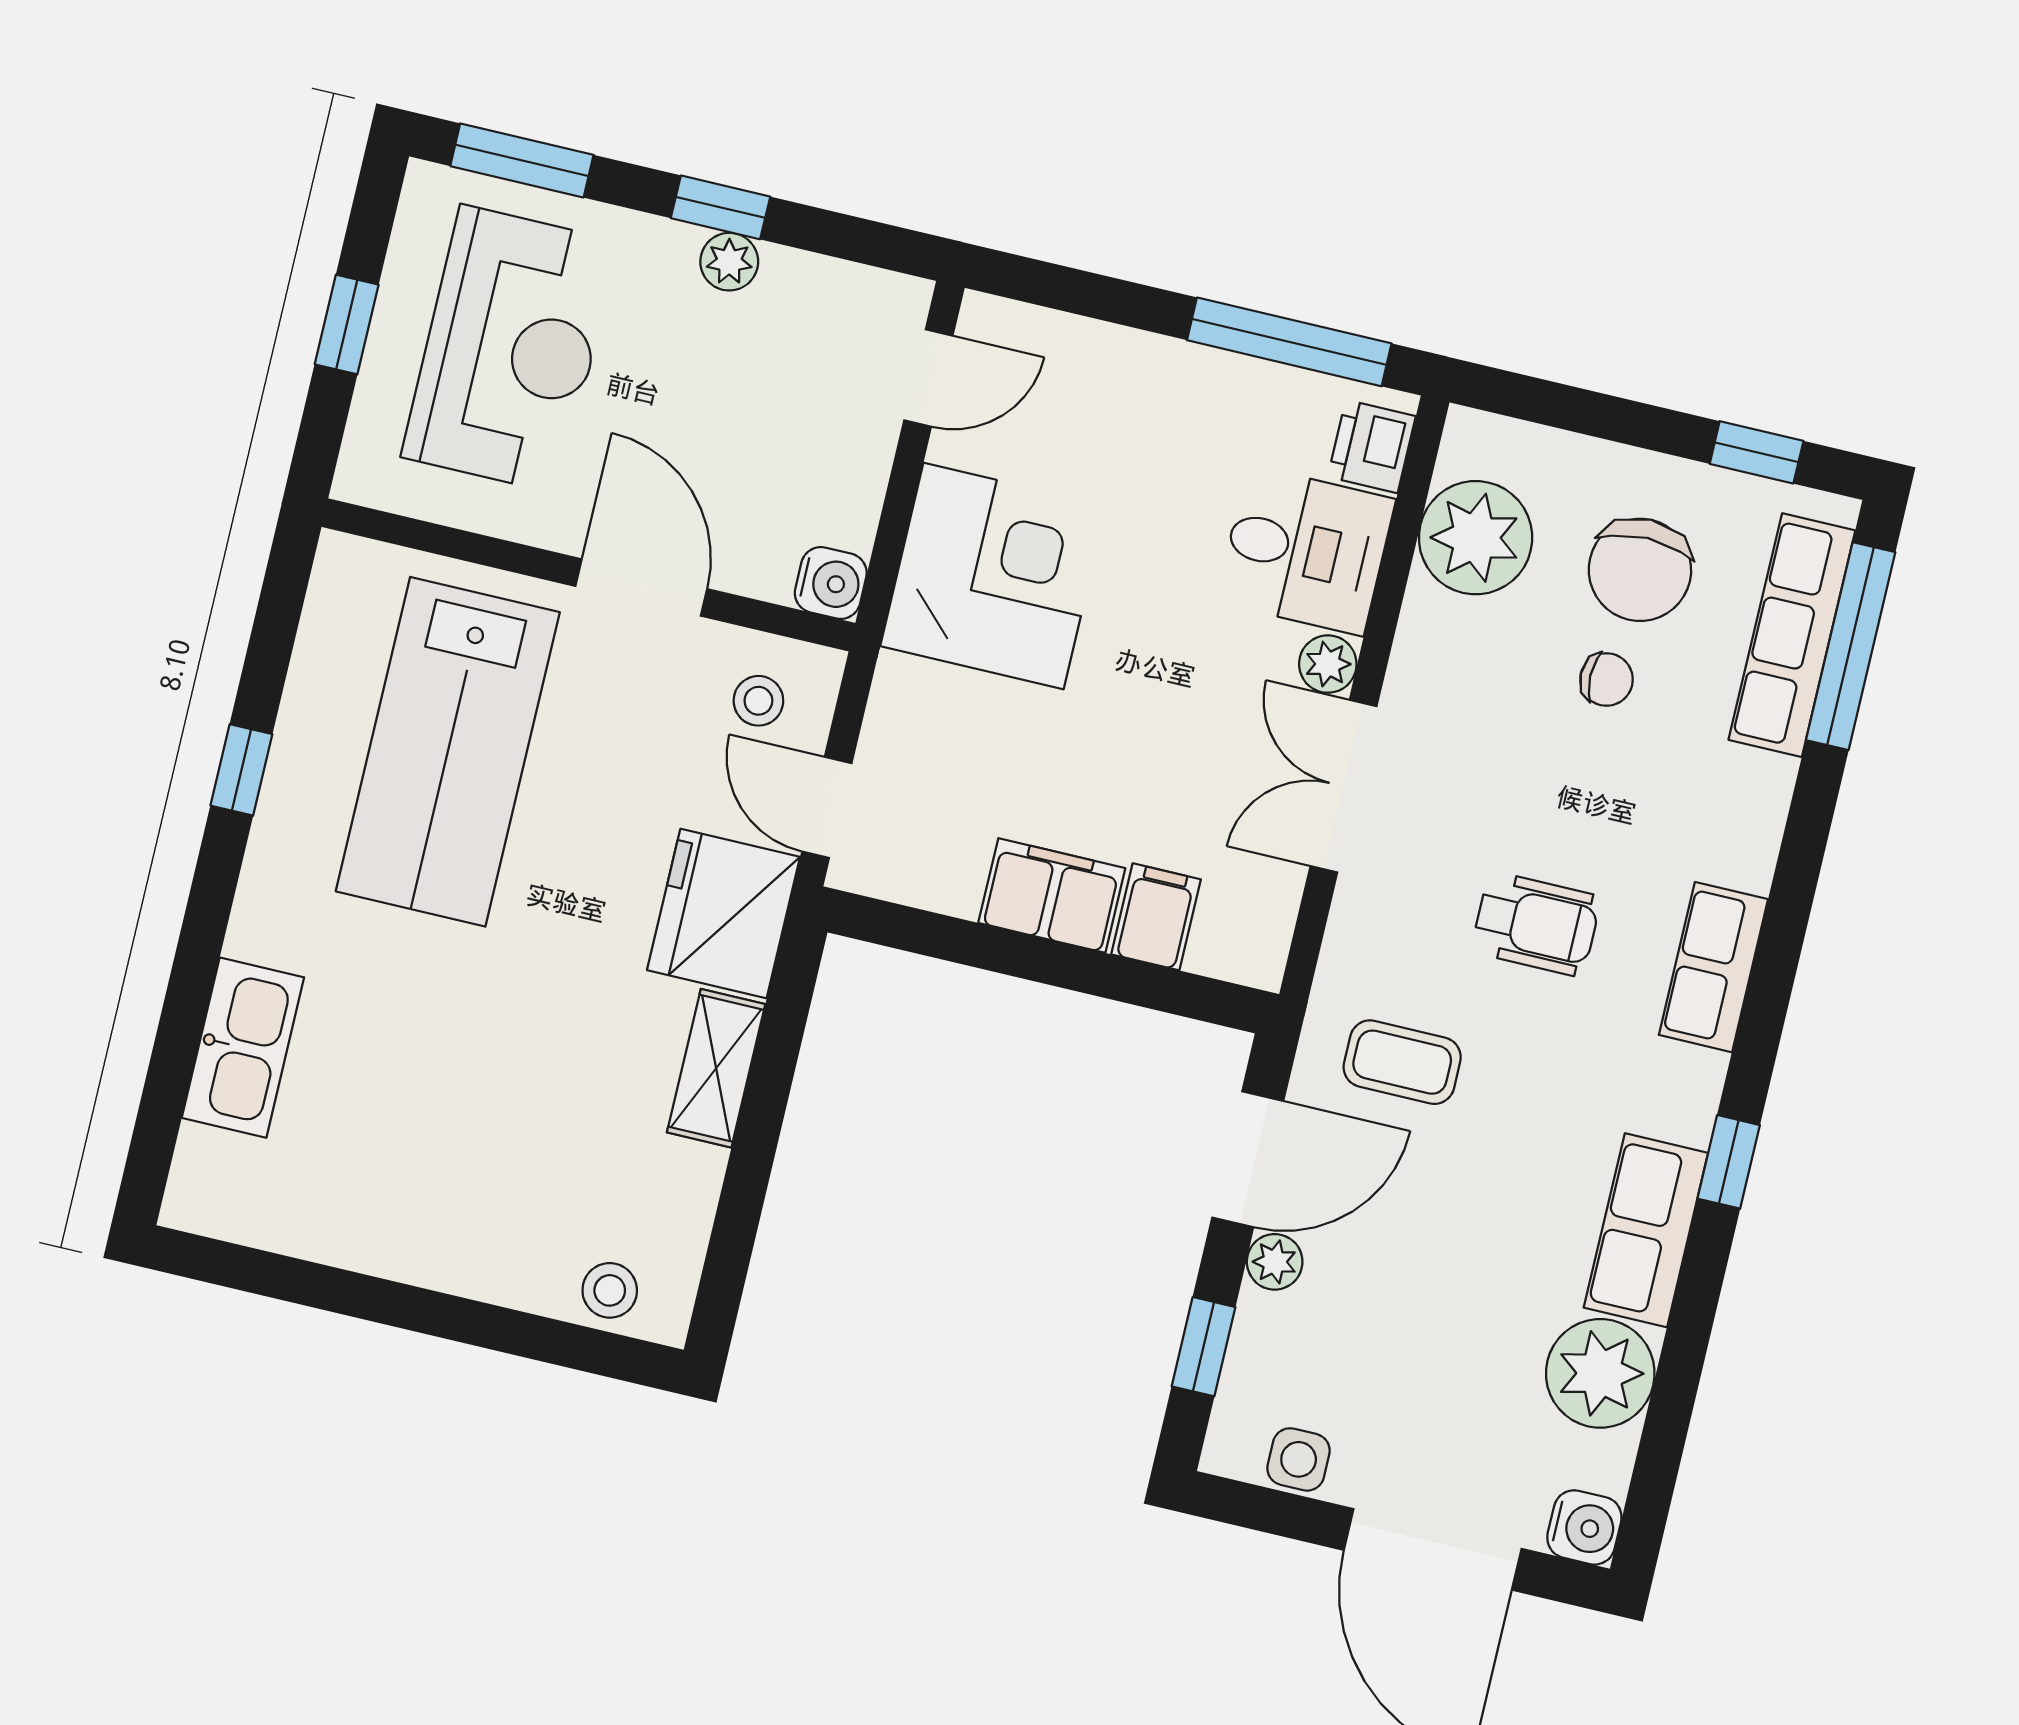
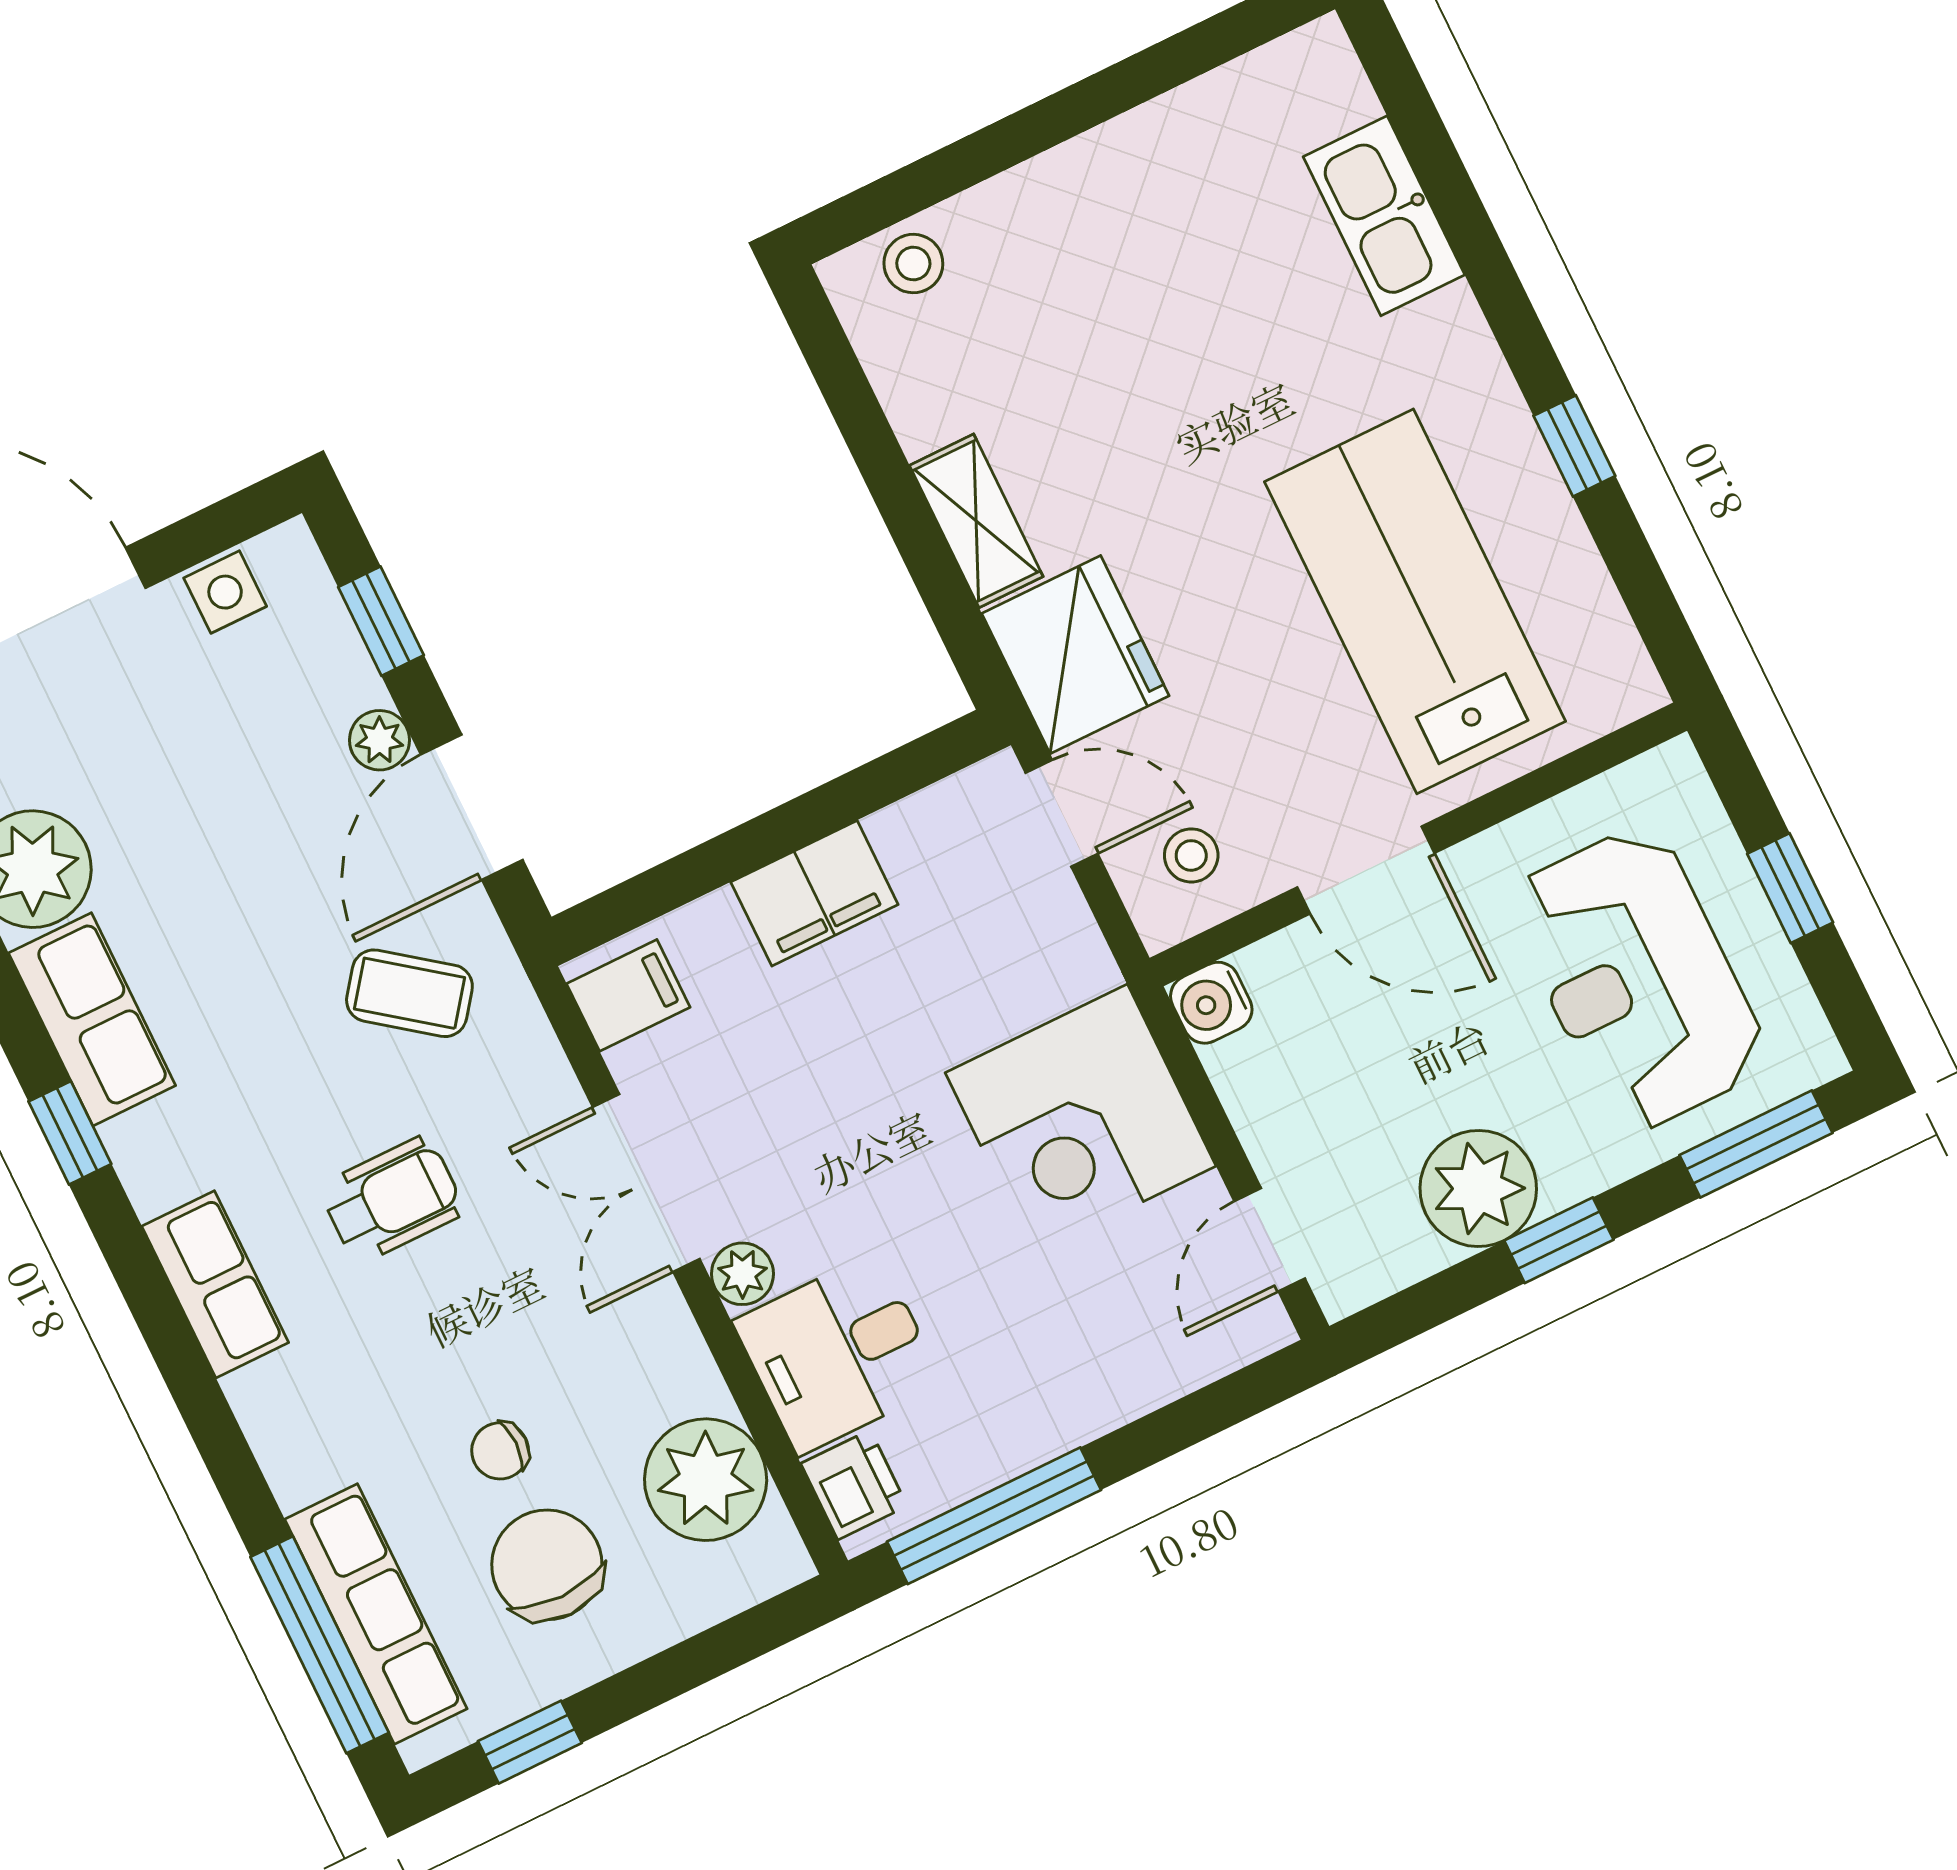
plant: (729, 262) -> (1478, 1188), width x1.88, depth x1.88
double door: (1344, 786) -> (646, 1183), swing flipped
filing cabinet: (1156, 917) -> (628, 995), moved, turned -90
wheelchair: (1536, 924) -> (392, 1199), turned 180
coffee table: (1402, 1062) -> (409, 993), turned 37

